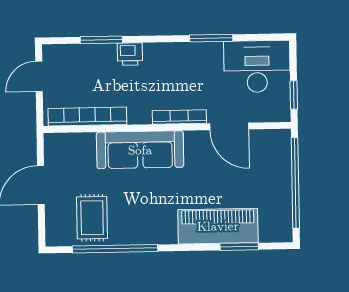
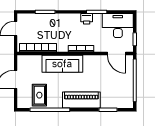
printer: (130, 54) -> (87, 19), moved
door: (229, 126) -> (116, 53), moved
piano: (218, 226) -> (81, 100), moved

